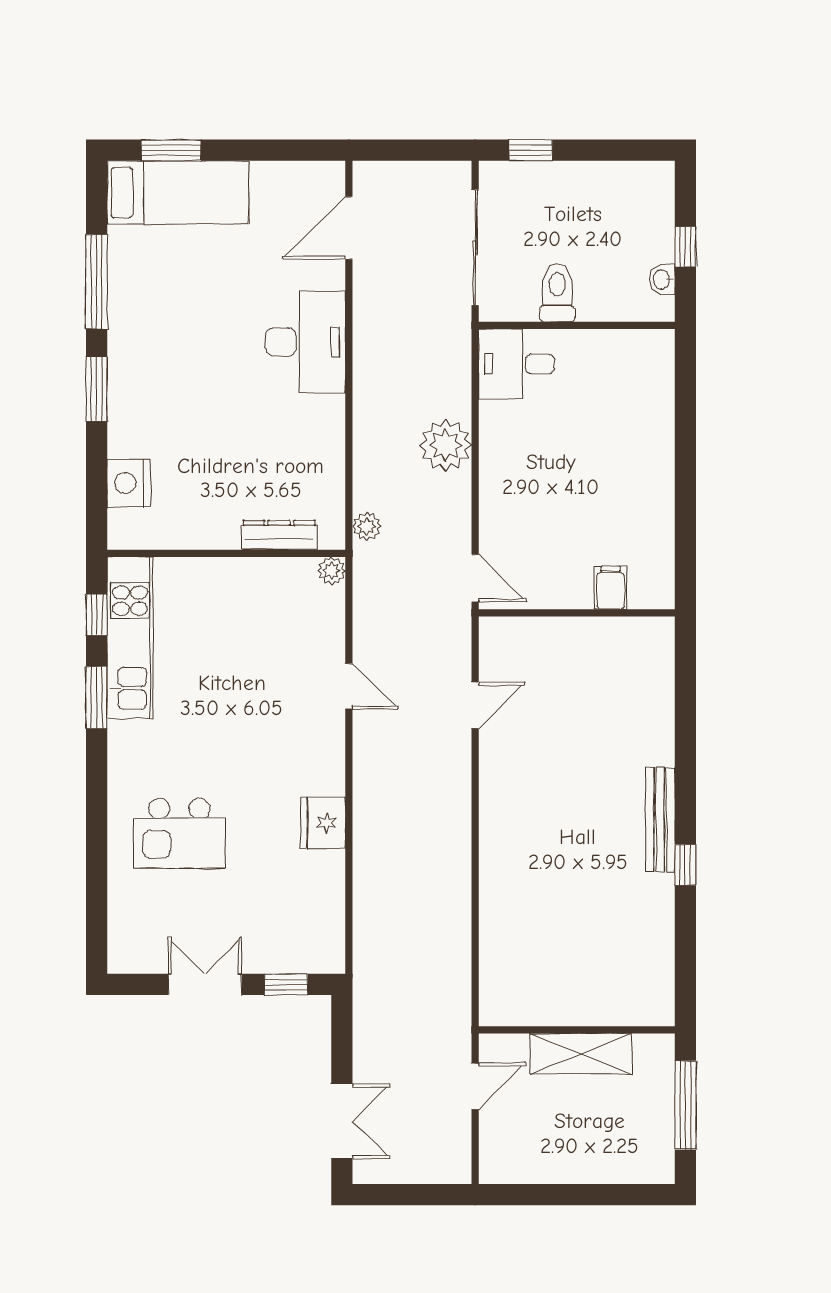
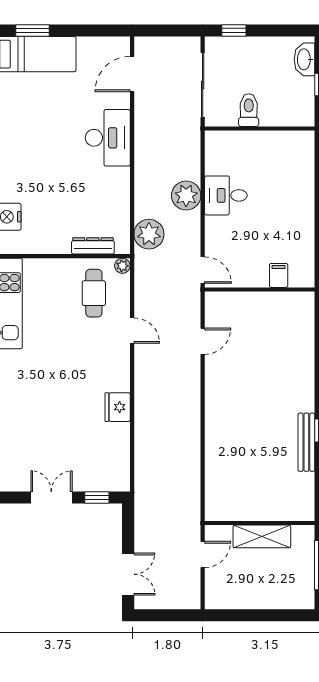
washbasin: (662, 279) -> (304, 59), moved, width x1.91, depth x1.45
desk: (516, 364) -> (226, 195), moved
plant: (367, 526) -> (149, 234), width x1.88, depth x1.88
cafe table: (281, 619) -> (94, 293), added
bench: (660, 820) -> (306, 442), moved
kitchen island: (179, 833) -> (37, 413), removed

